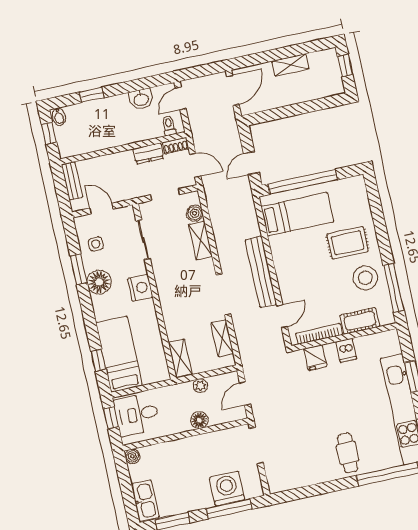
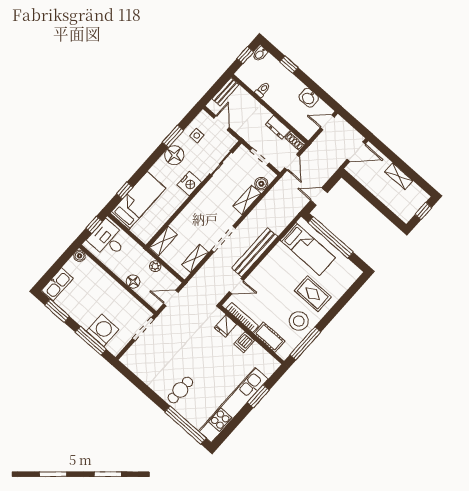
toilet: (169, 125) -> (263, 90), moved

